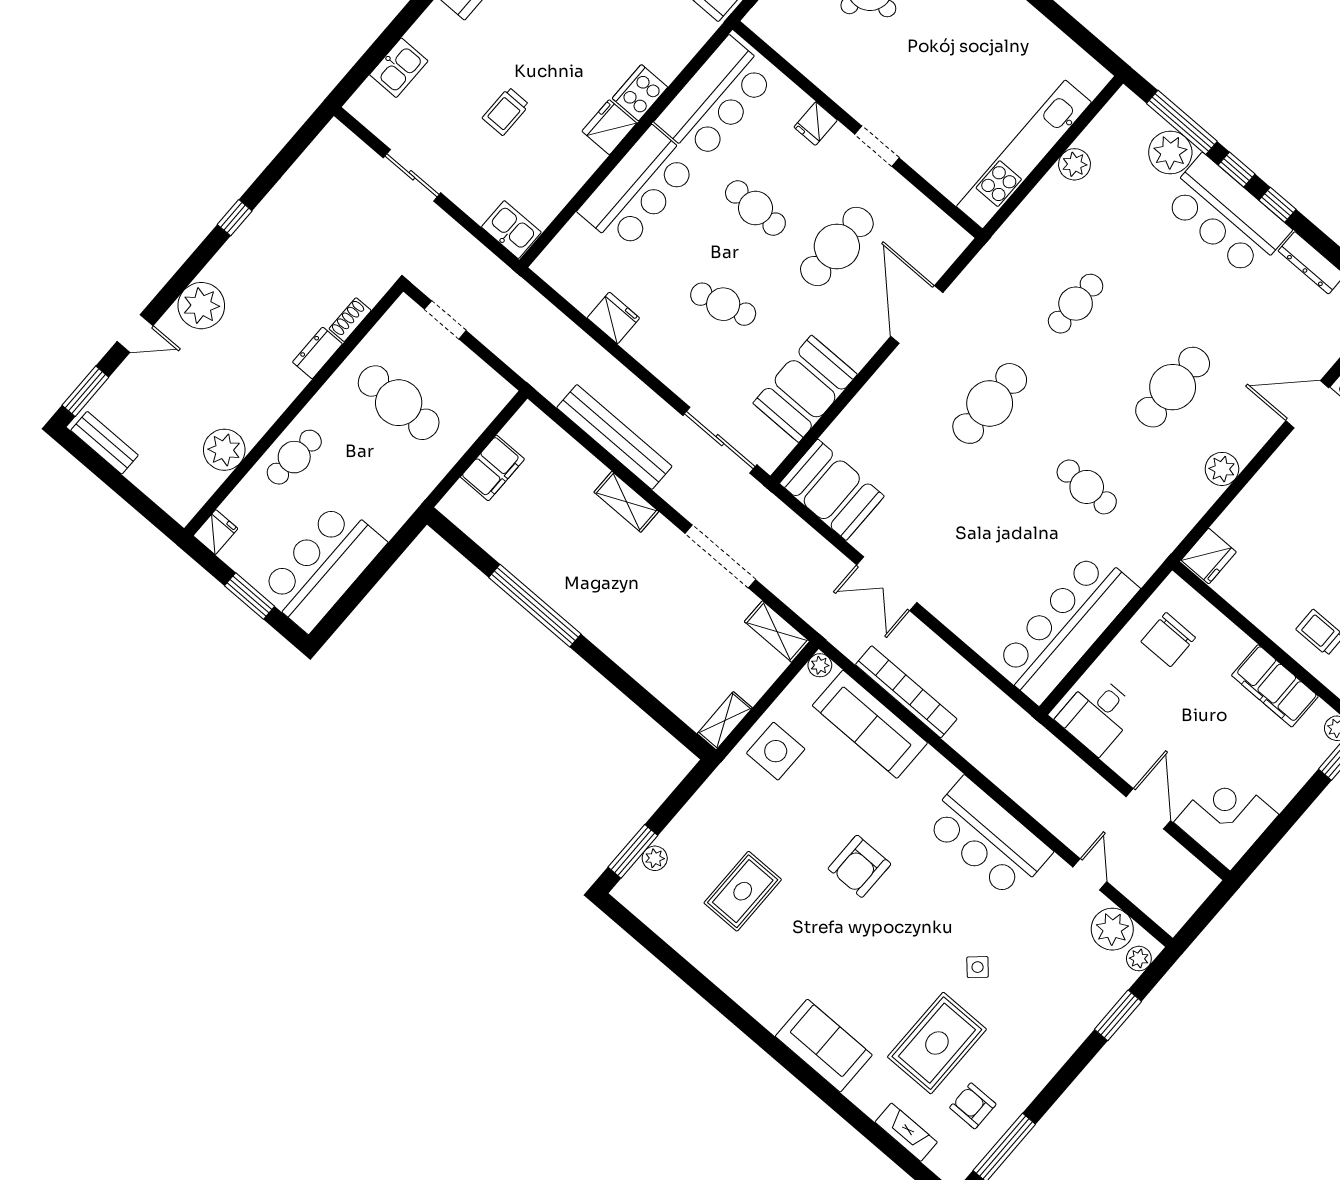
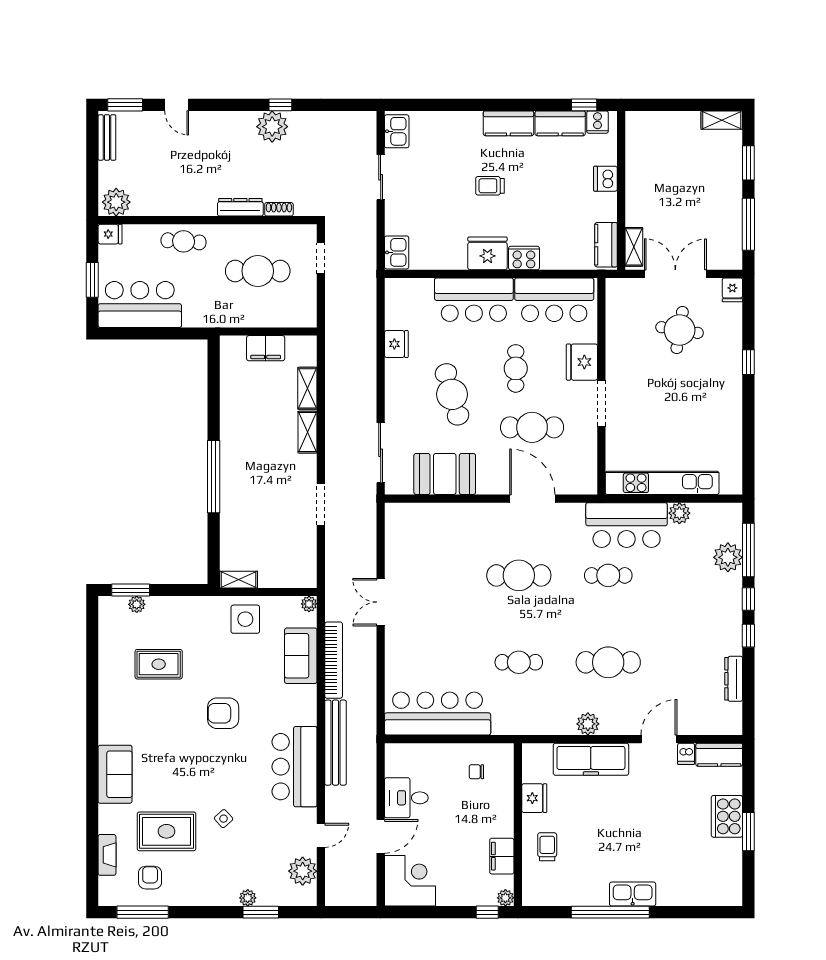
kitchen sink: (399, 68) -> (397, 131), moved, turned -90
trolley: (506, 111) -> (490, 186), moved
fridge: (816, 124) -> (582, 362), width x1.88, depth x1.34
fridge: (609, 127) -> (487, 253), width x1.36, depth x1.34
doorway: (877, 146) -> (601, 403), width x1.38
bar counter: (1226, 216) -> (627, 525), moved, turned -90
cafe table: (723, 304) -> (452, 394), width x1.37, depth x1.35
plant: (201, 306) -> (272, 127), moved
door: (917, 315) -> (532, 499), hinge flipped
dresser: (317, 353) -> (240, 207), width x1.44
cafe table: (399, 403) -> (258, 271), turned 90
door: (1307, 404) -> (659, 739), hinge flipped
bench: (614, 437) -> (336, 743), moved
plant: (224, 450) -> (116, 202), moved
cafe table: (1087, 487) -> (519, 662), turned 90
booth: (832, 490) -> (405, 532), removed
freezer: (1264, 500) -> (591, 759), added
doorway: (720, 556) -> (321, 504), width x0.73
fridge: (1209, 556) -> (534, 798), moved, turned -90
window: (535, 606) -> (214, 477), moved
shelving: (777, 631) -> (307, 388), moved
chair: (1168, 640) -> (476, 772), width x0.54, depth x0.54
filing cabinet: (1275, 686) -> (502, 856), width x0.67, depth x0.86
desk: (1097, 715) -> (406, 798), moved
sofa: (870, 724) -> (301, 656), width x0.73
plant: (1139, 959) -> (248, 898), moved

